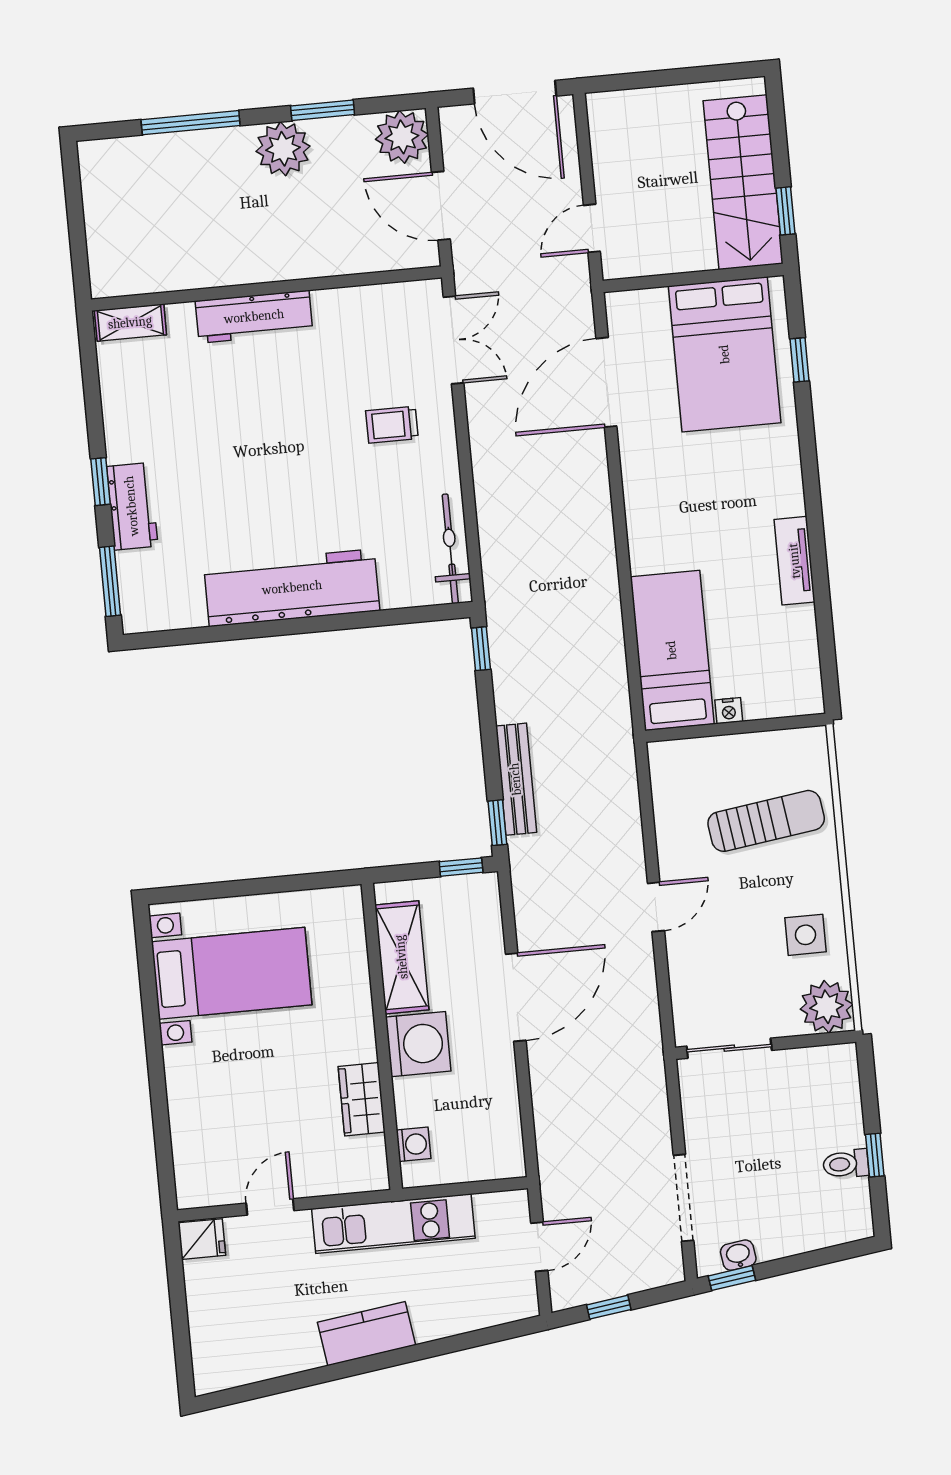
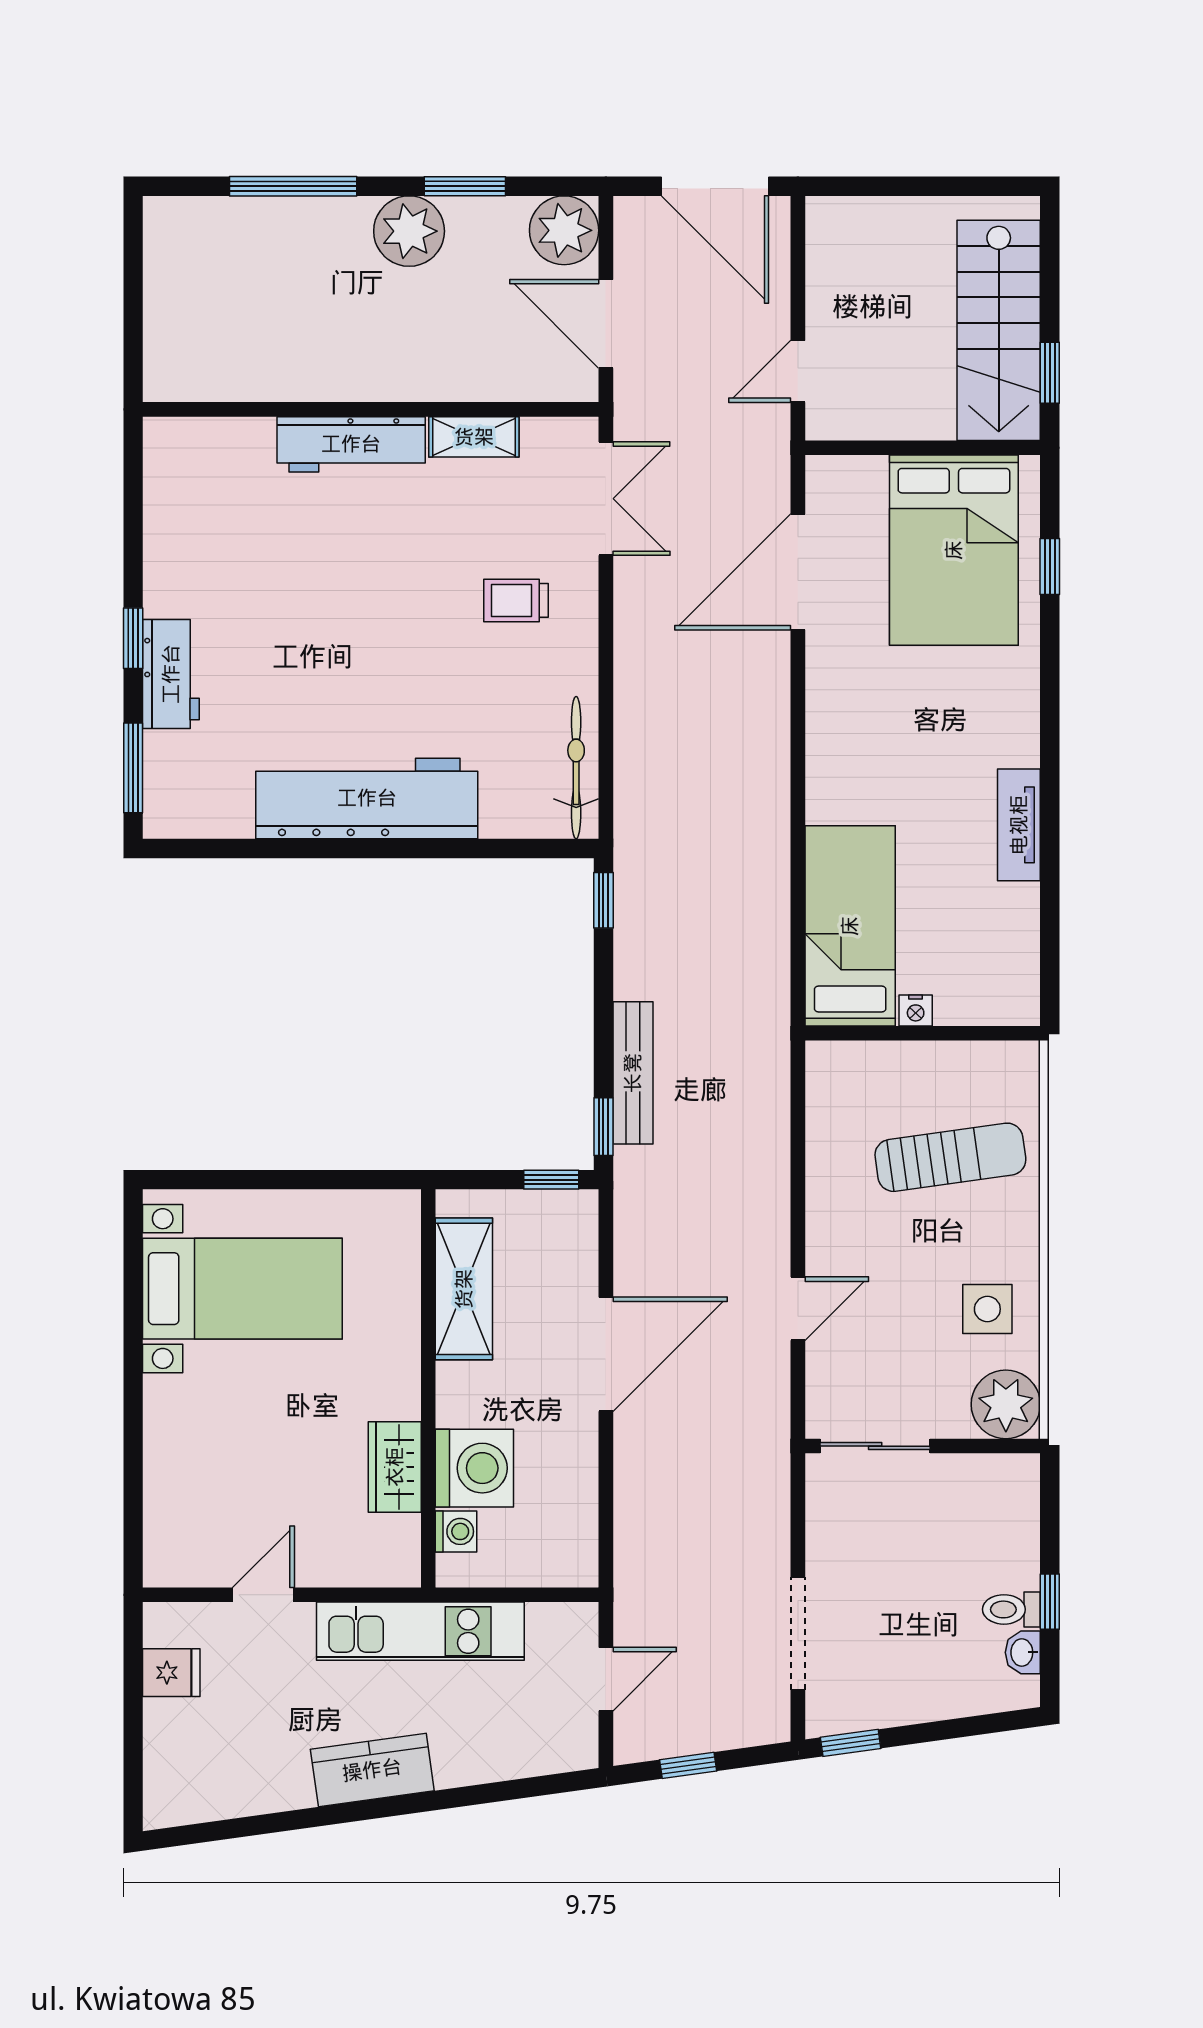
shelving: (130, 323) -> (474, 437), moved
door: (656, 907) -> (798, 1309), moved
washing machine: (418, 1044) -> (474, 1468), moved
fridge: (202, 1239) -> (171, 1673), moved
washbasin: (738, 1255) -> (1023, 1652), moved, turned -82

